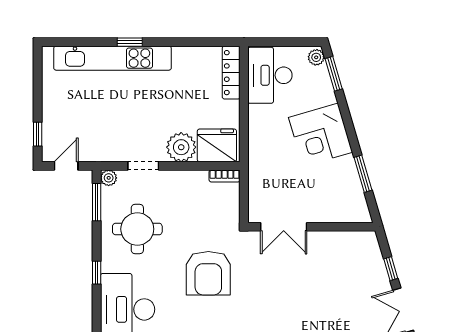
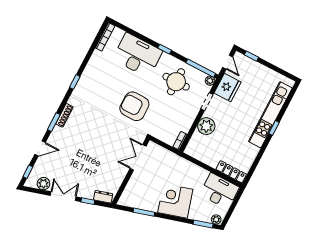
fridge: (217, 145) -> (228, 88), moved
window: (97, 202) -> (201, 68), width x1.44
dresser: (372, 249) -> (103, 197), added

